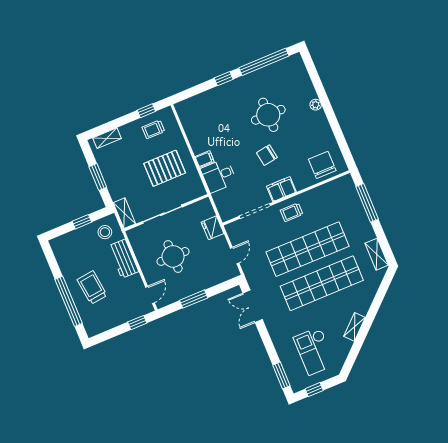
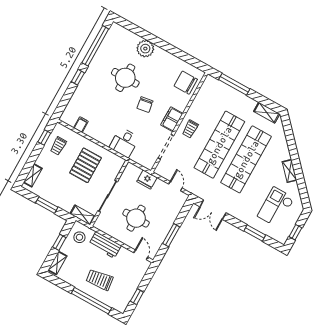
plant: (316, 105) -> (145, 49), width x1.88, depth x1.88
filing cabinet: (205, 159) -> (81, 125), moved
shelving: (64, 240) -> (57, 263), added
window: (137, 323) -> (137, 297), moved
checkout: (314, 351) -> (276, 207), turned 90
window: (281, 375) -> (255, 233), moved

